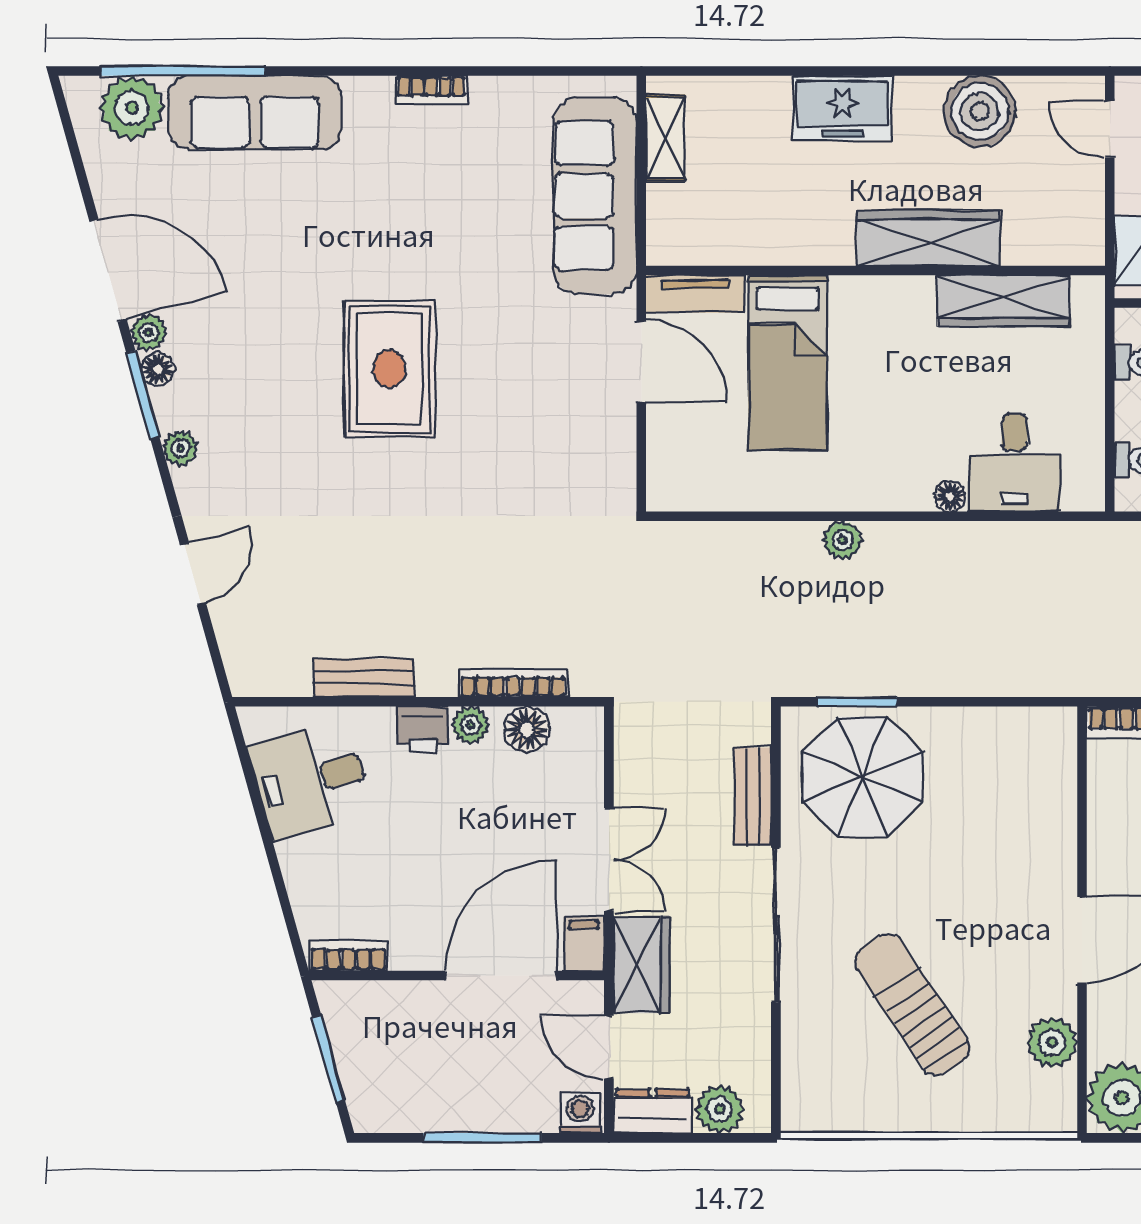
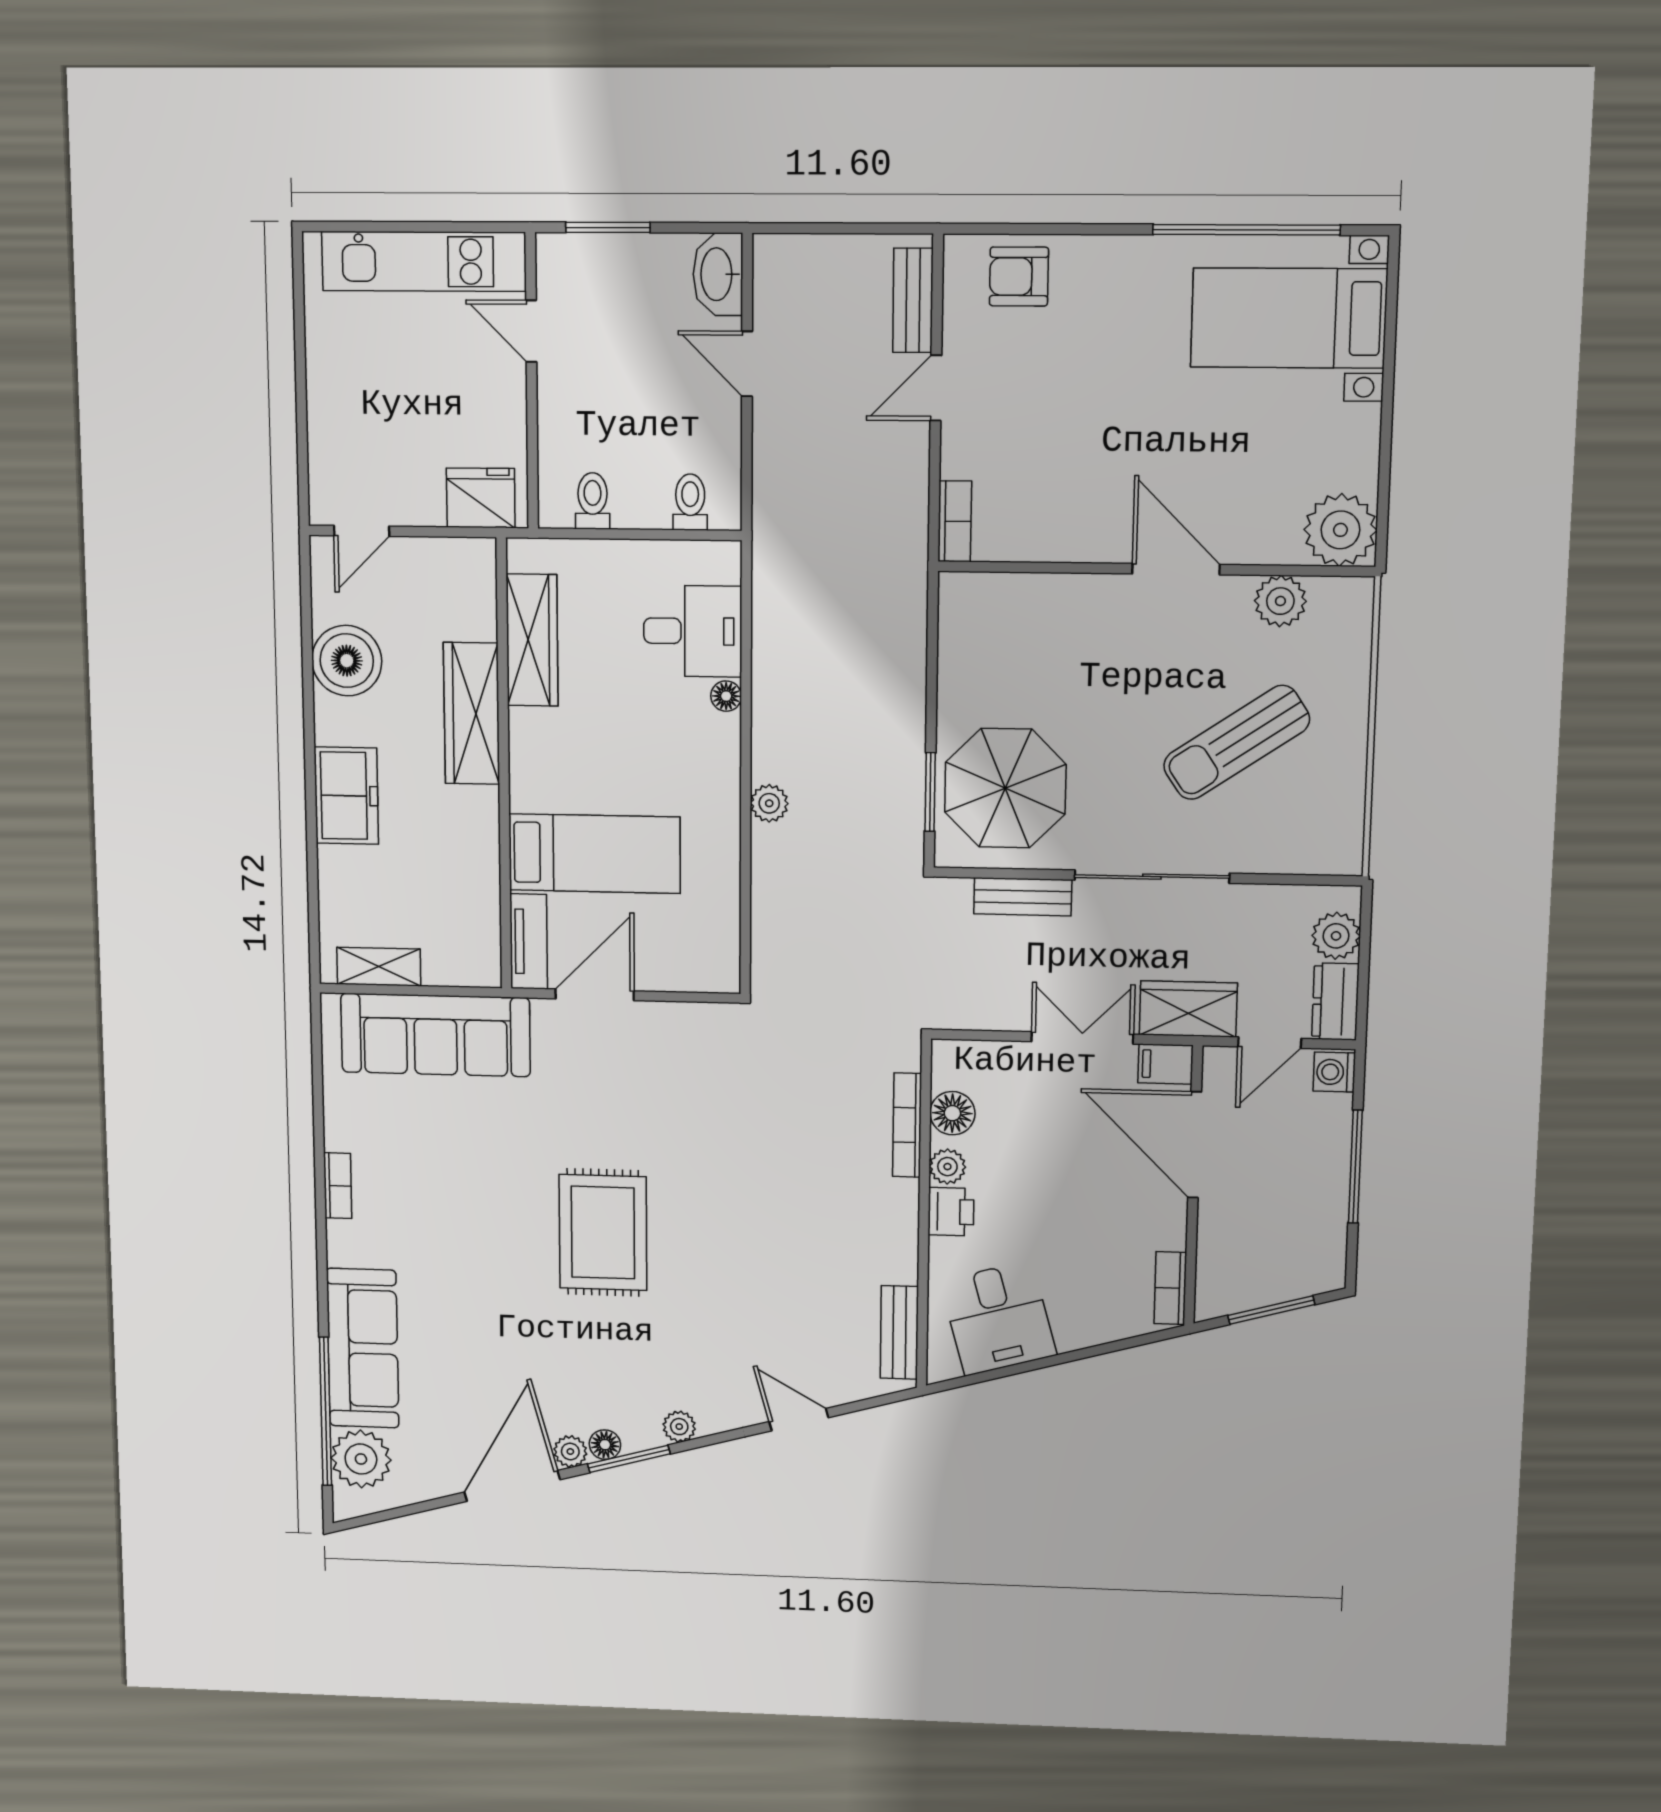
rug: (389, 369) -> (603, 1233), turned 90
bench: (364, 678) -> (899, 1332), moved

